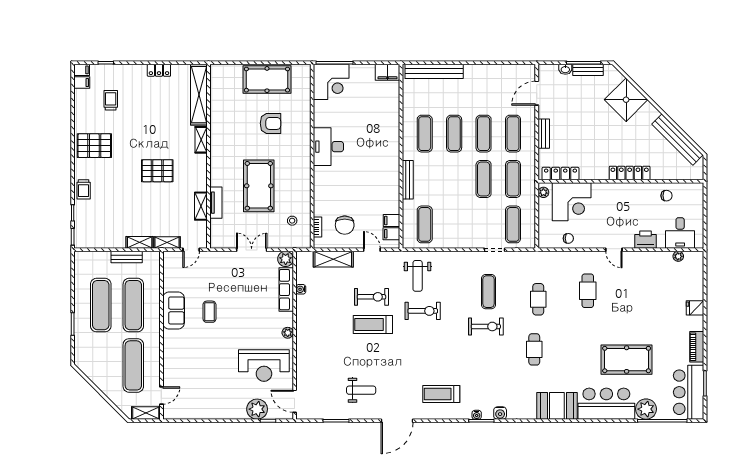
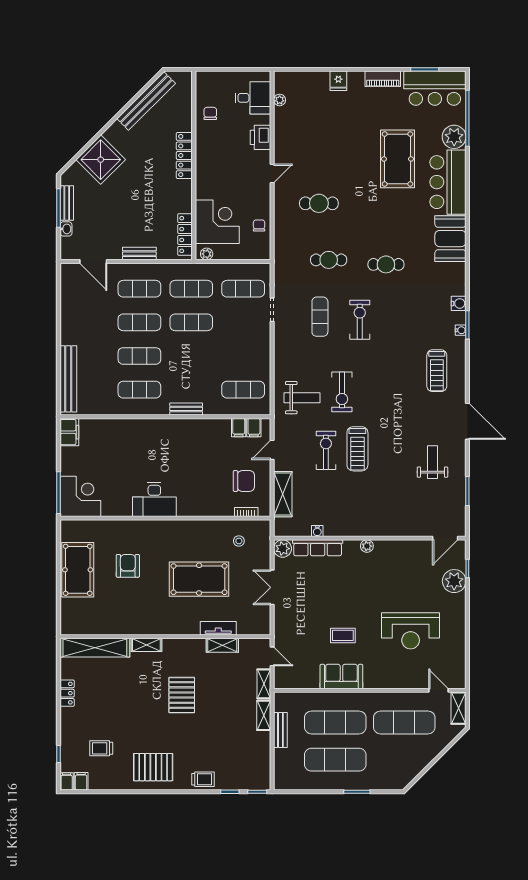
pallet: (94, 146) -> (153, 767), turned 90
bench: (408, 180) -> (186, 409), width x0.73
exercise mat: (489, 292) -> (320, 317), turned 90
exercise bike: (423, 311) -> (342, 392), turned 180
reception desk: (264, 365) -> (411, 631), moved, turned 90

